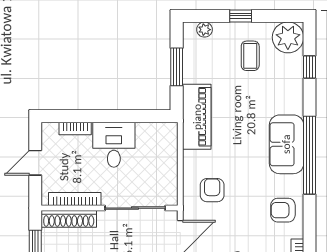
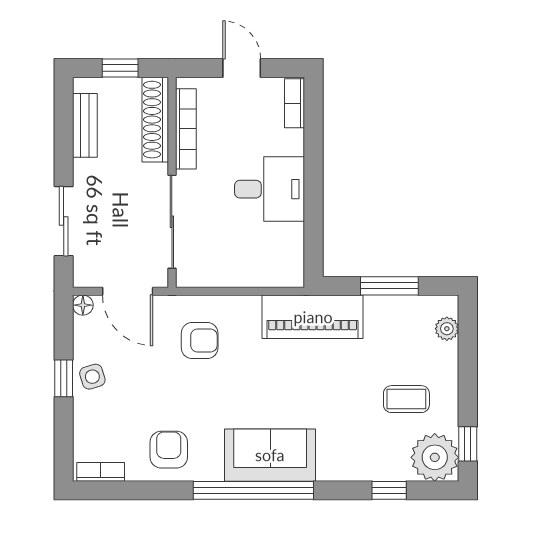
window: (241, 16) -> (468, 444), moved
bookcase: (75, 128) -> (295, 103), moved

